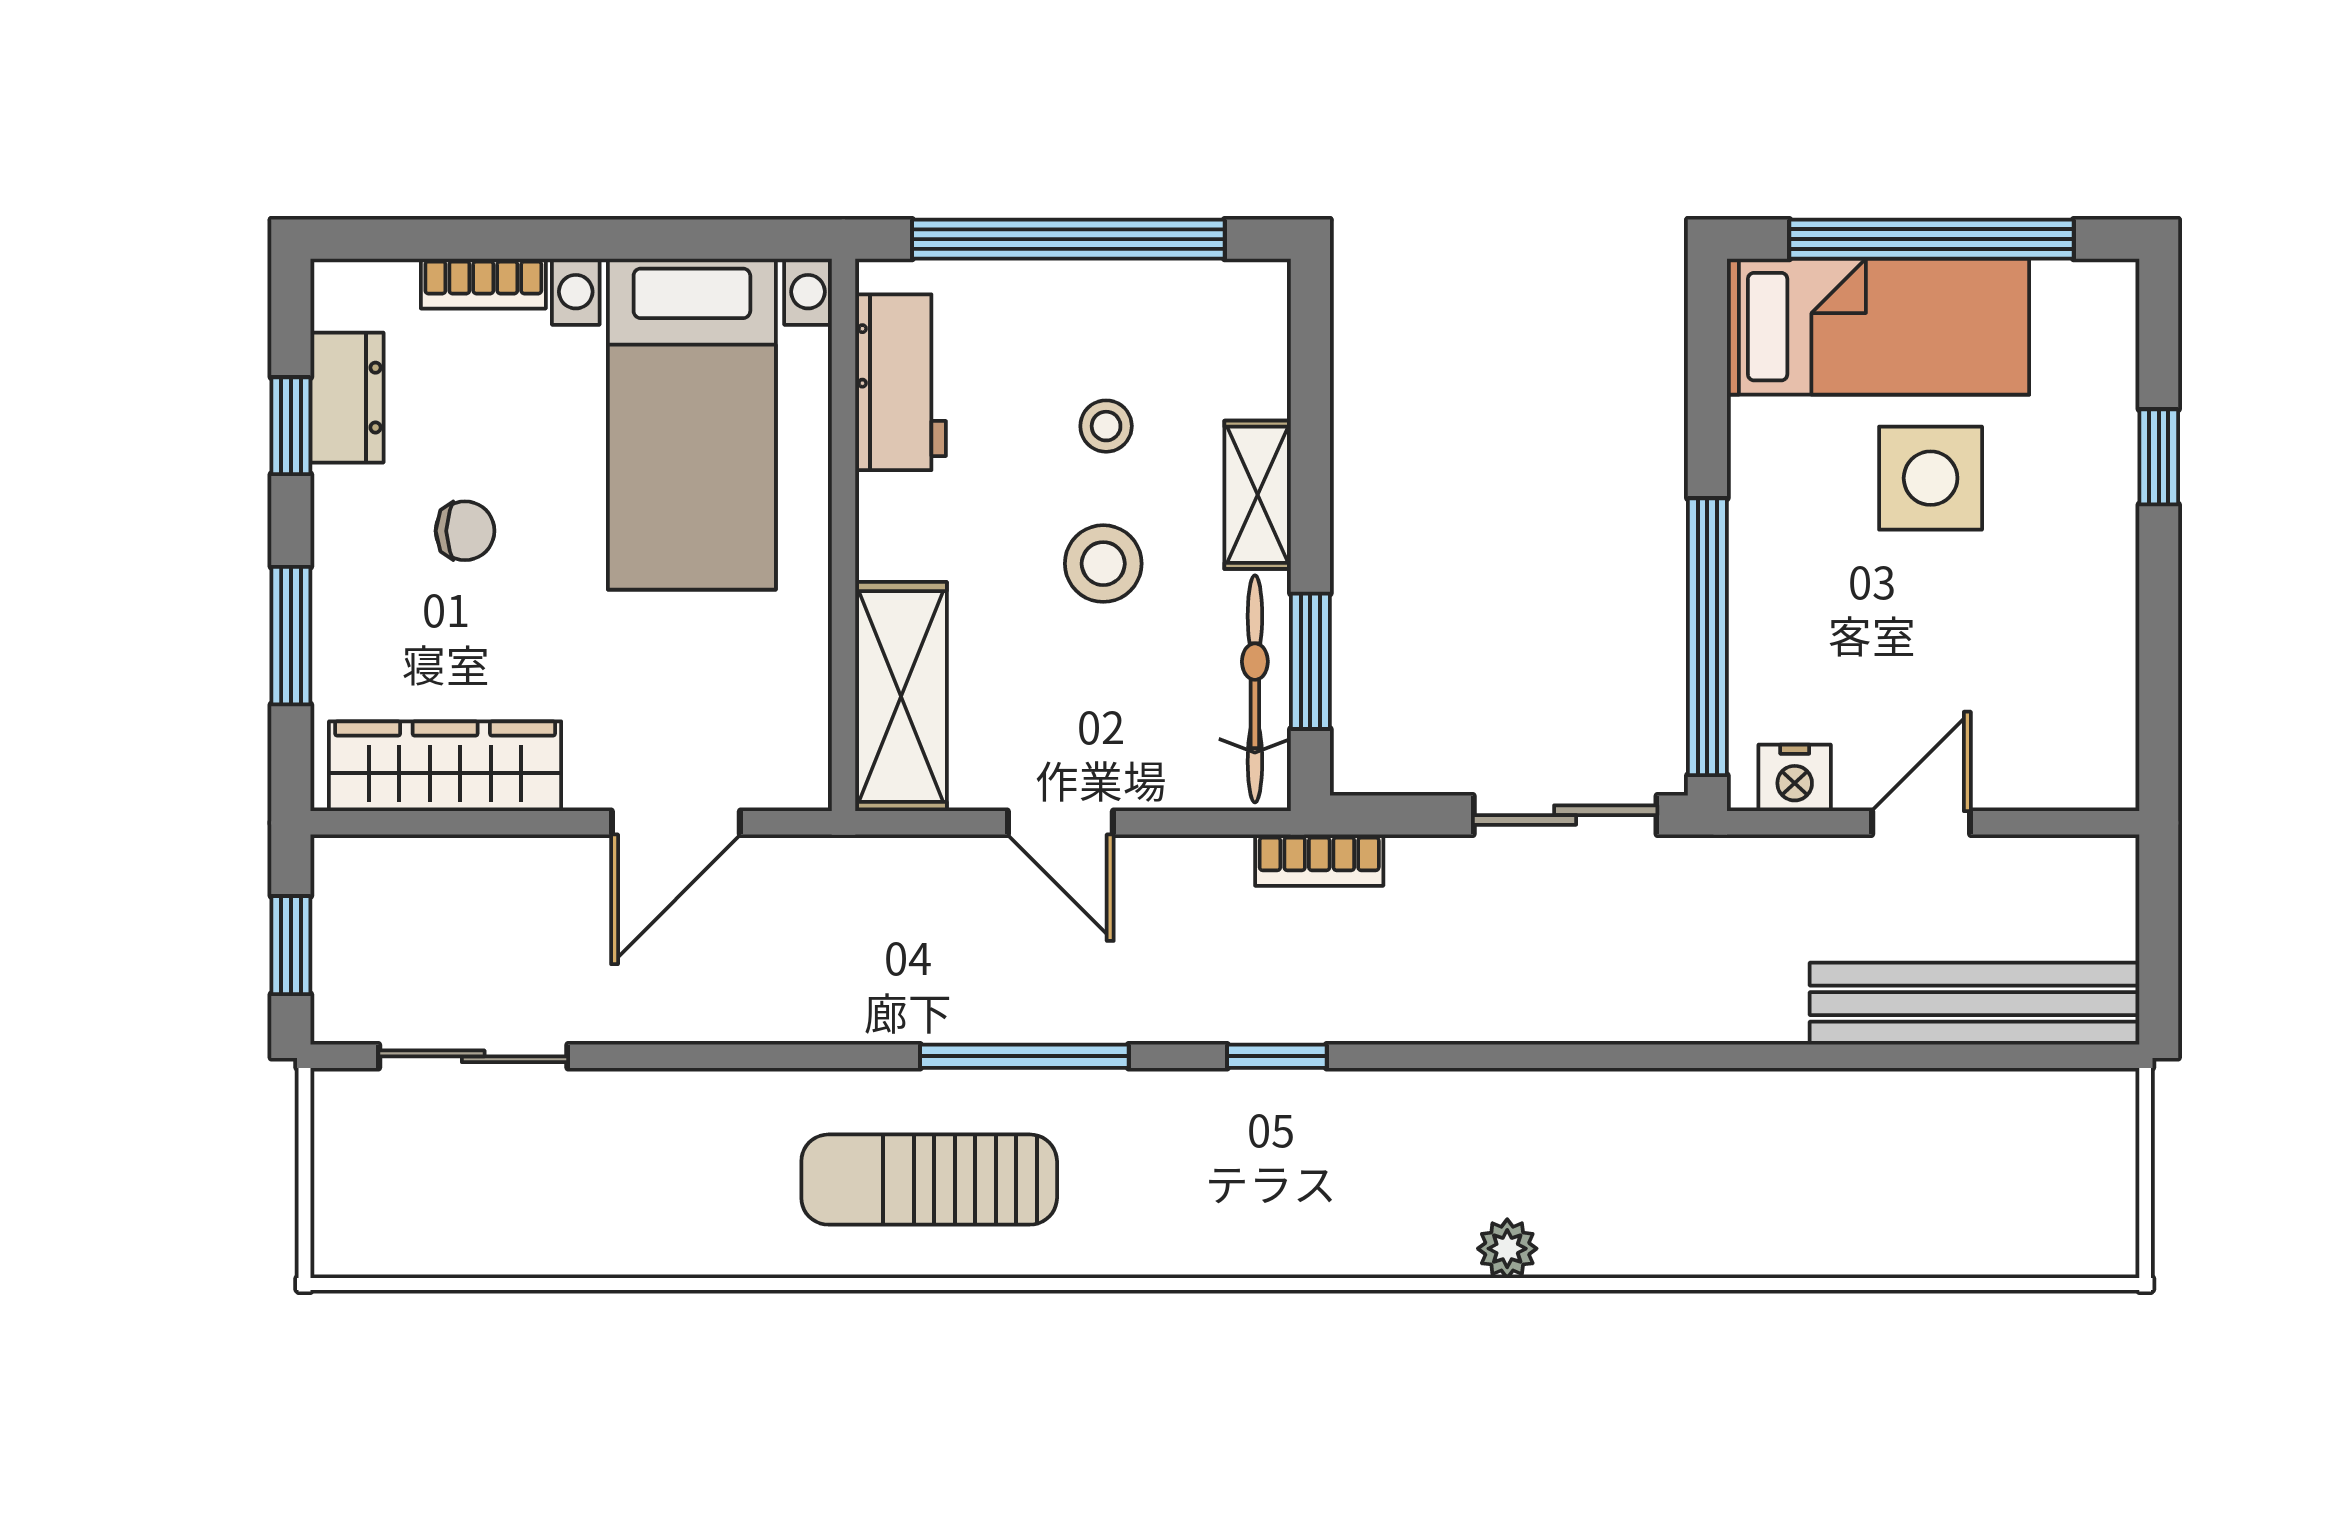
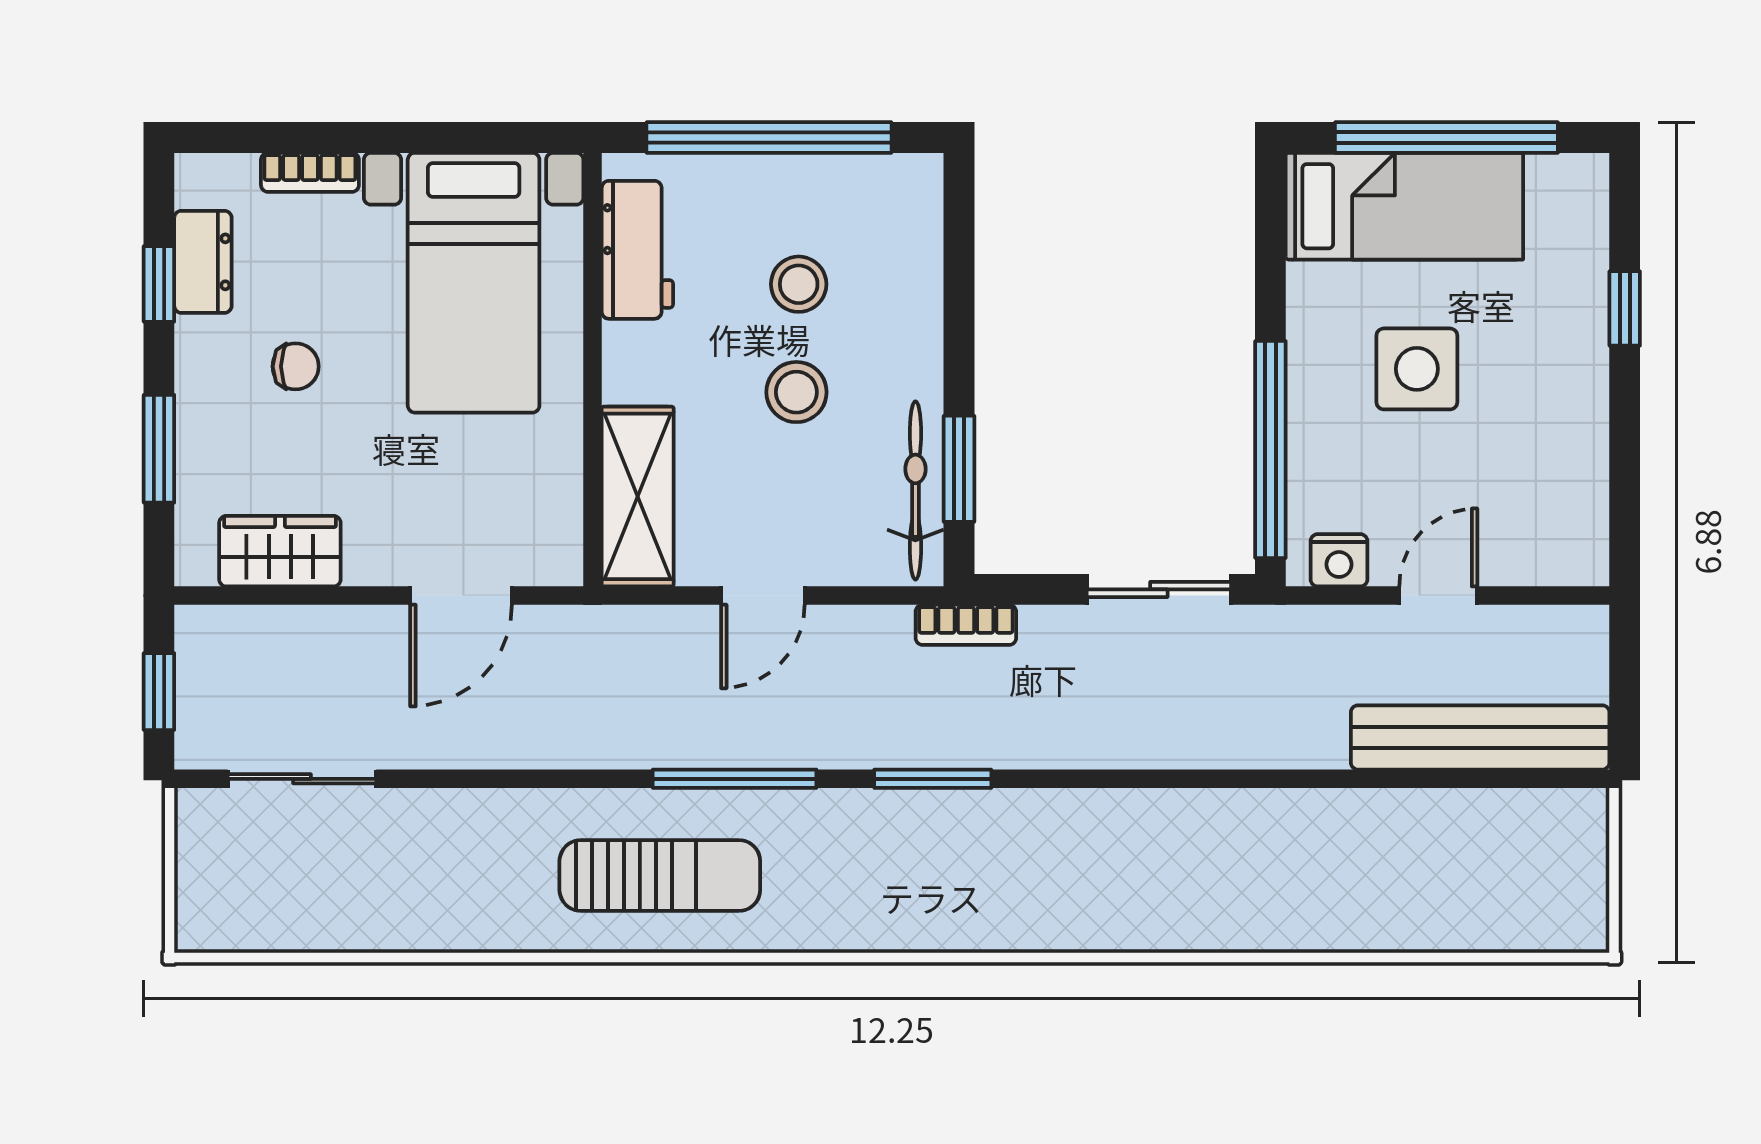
stool: (1106, 426) -> (799, 284), width x1.37, depth x1.37
side table: (1931, 478) -> (1417, 369), moved
shelving: (1258, 495) -> (918, 338), removed
wardrobe: (445, 766) -> (280, 551), width x0.67
door: (1060, 823) -> (763, 596), hinge flipped
window: (1277, 1056) -> (933, 779), width x1.50
sun lounger: (929, 1180) -> (660, 876), turned 180
plant: (1507, 1249) -> (1113, 930), removed

